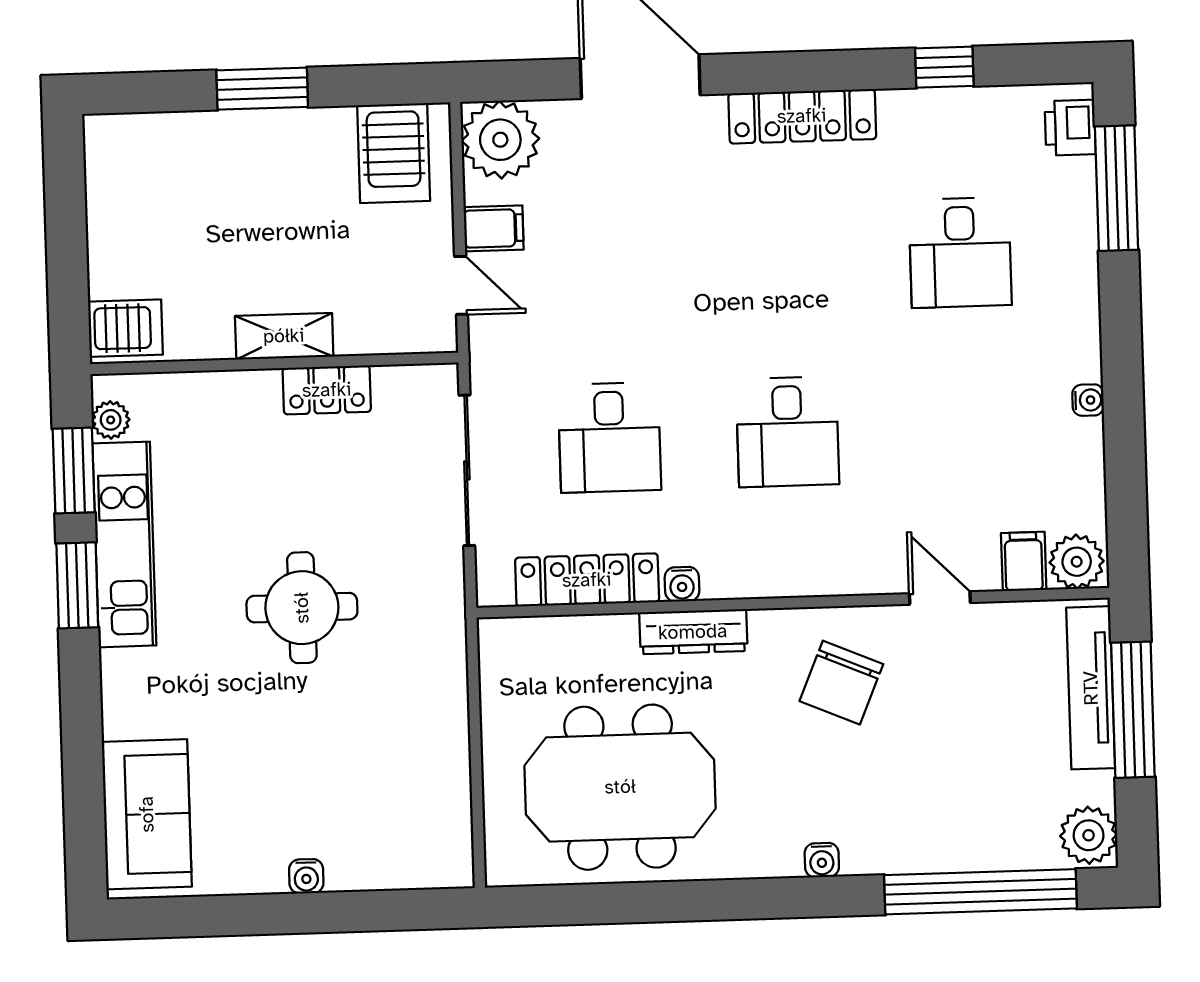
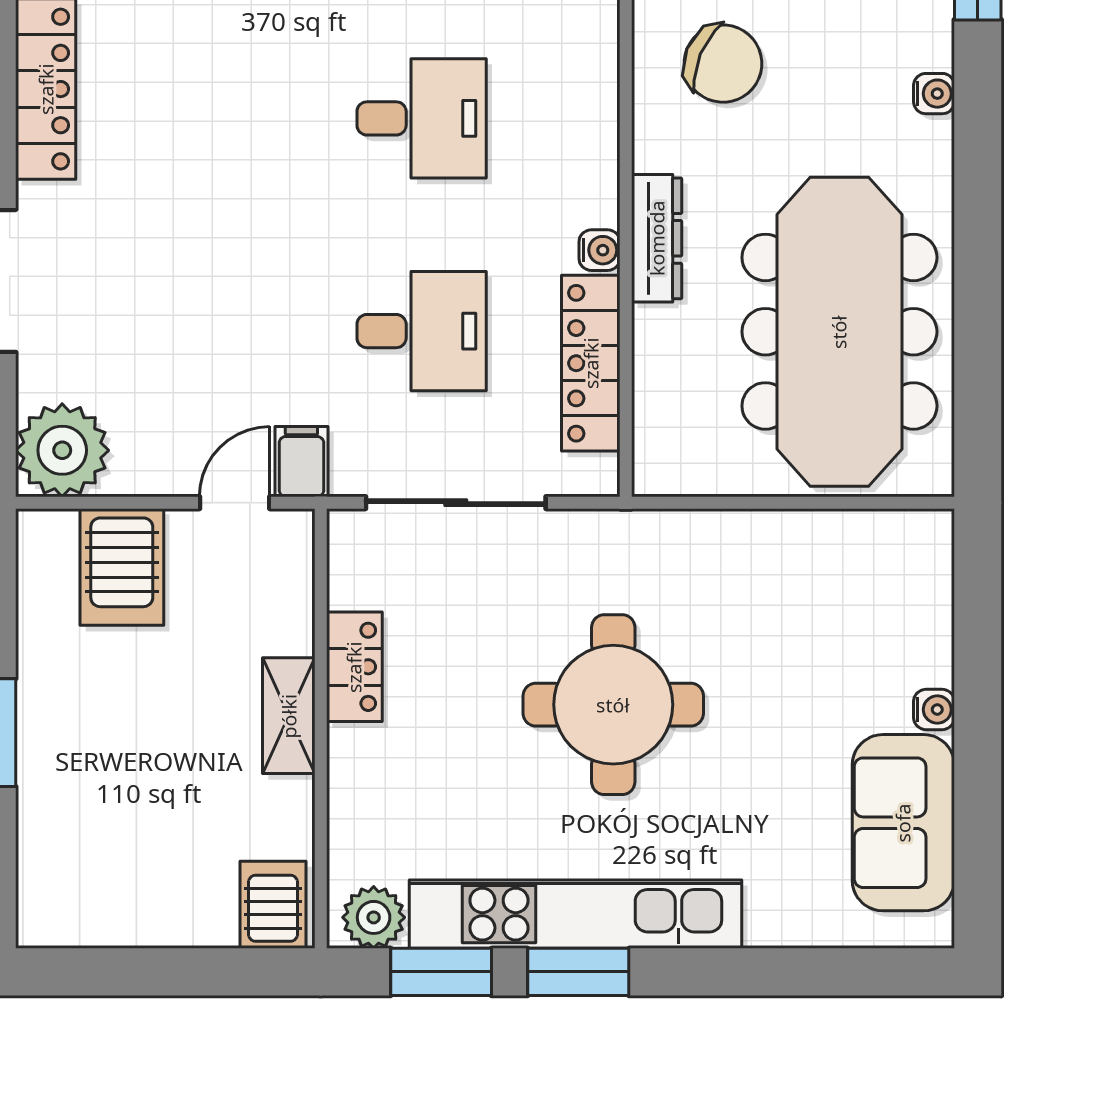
server rack: (394, 153) -> (122, 567), moved, turned 90
filing cabinet: (494, 228) -> (301, 462), moved
plant: (111, 420) -> (374, 917), width x1.38, depth x1.38
kitchen unit: (124, 544) -> (575, 914), width x1.36
round table: (302, 608) -> (613, 705), width x1.36, depth x1.36
meeting table: (620, 787) -> (839, 332), width x1.36
sofa: (147, 814) -> (903, 823), moved, turned -90

